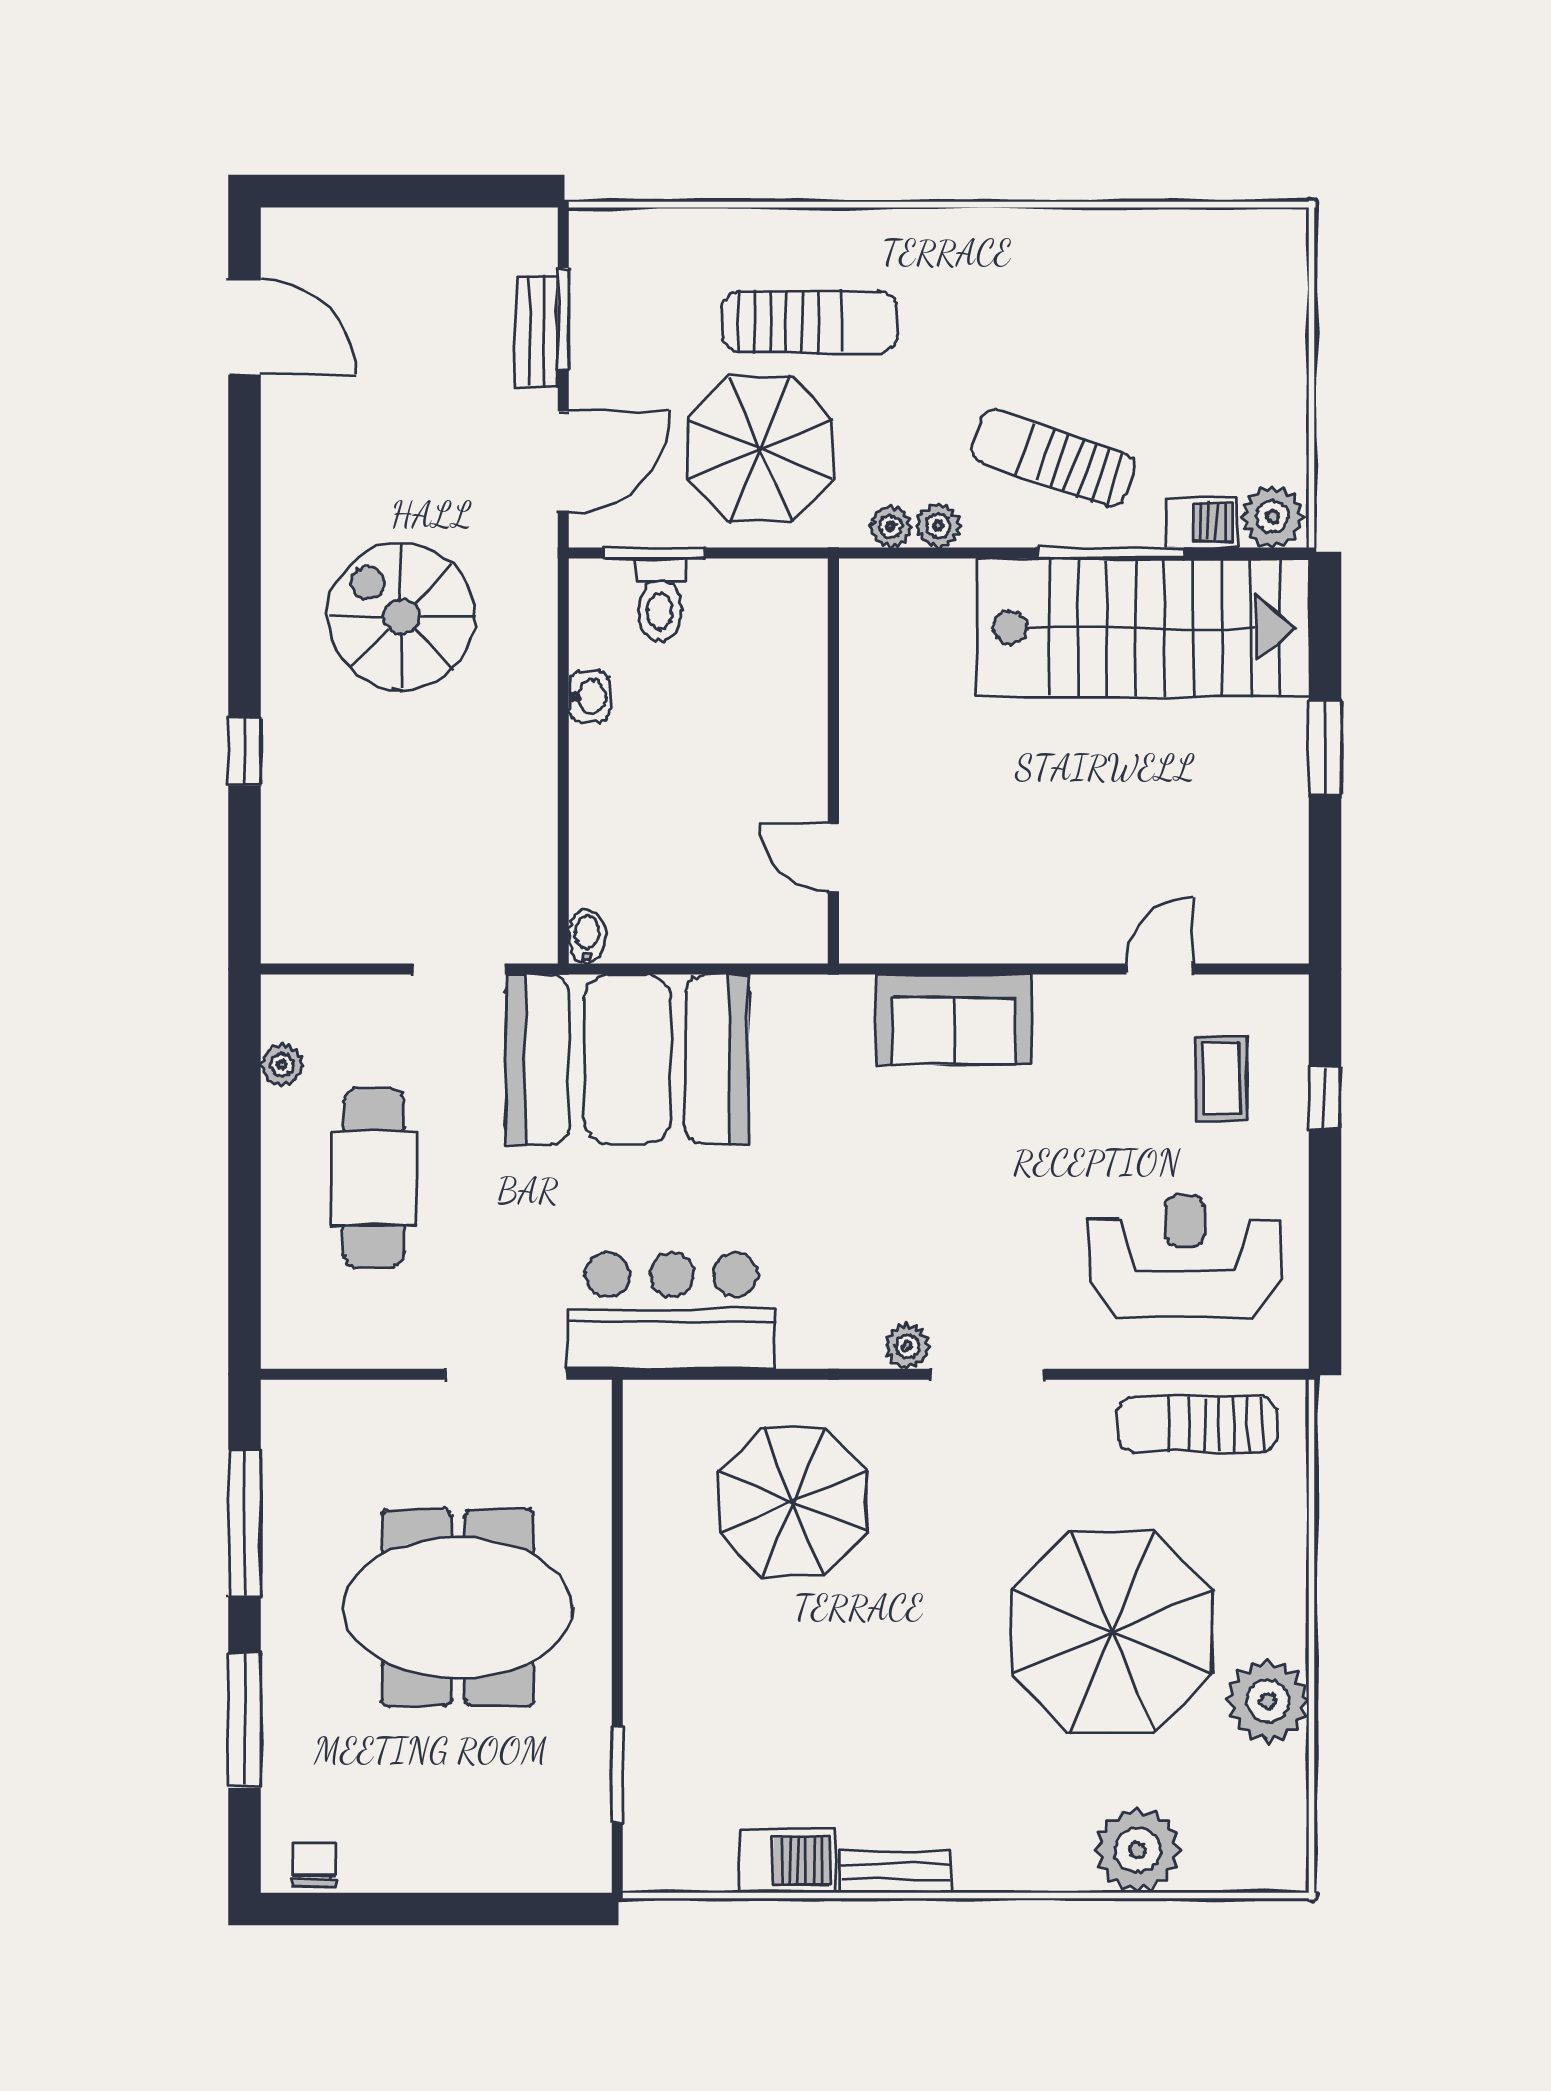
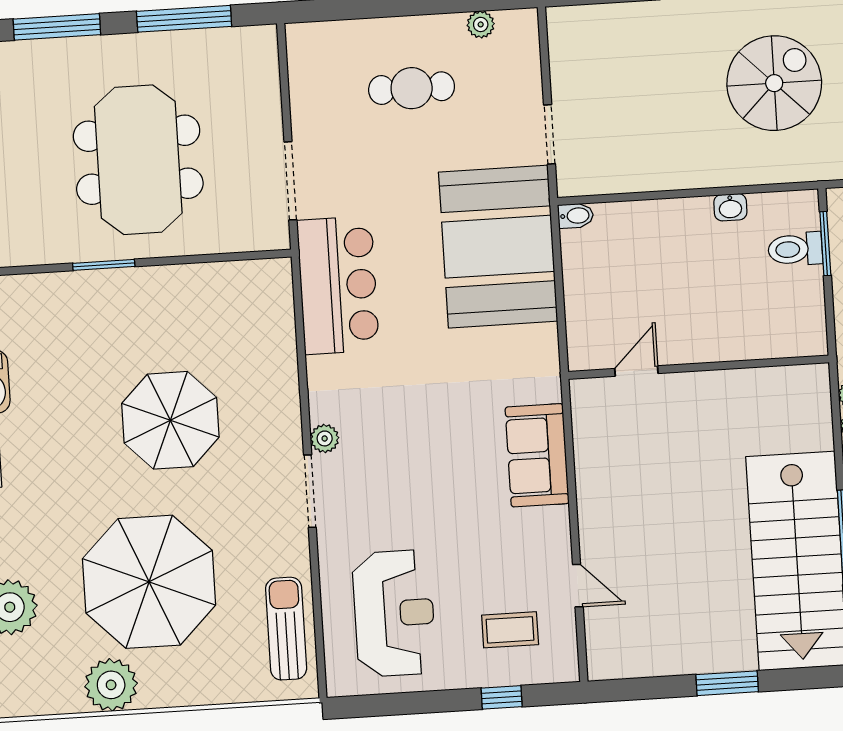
cafe table: (374, 1178) -> (412, 88), width x0.73, depth x0.74
parasol: (793, 1502) -> (170, 420), moved
window: (617, 1774) -> (104, 265), moved

